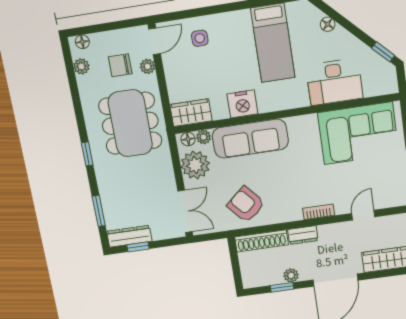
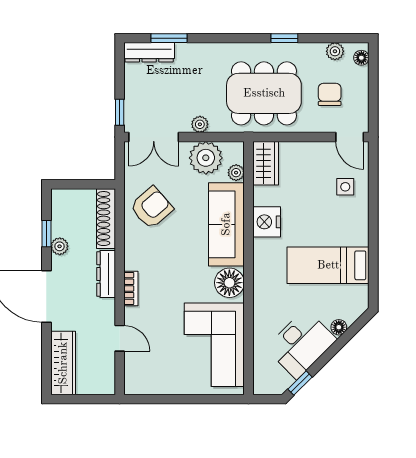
plant: (148, 66) -> (200, 124), moved
desk: (334, 82) -> (301, 344), moved, turned -135
floor lamp: (188, 139) -> (229, 283), moved, width x1.89, depth x1.89
window: (87, 154) -> (284, 38), moved
dresser: (303, 235) -> (106, 274), width x1.44
dresser: (129, 236) -> (149, 52), moved, turned 90
window: (138, 247) -> (120, 112), moved

